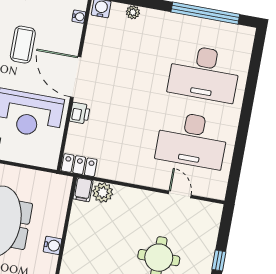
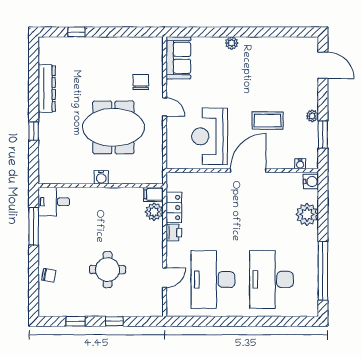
plant: (133, 12) -> (307, 214), width x1.88, depth x1.88
printer: (80, 113) -> (174, 233), moved, turned -90
locker: (79, 165) -> (174, 208), moved

